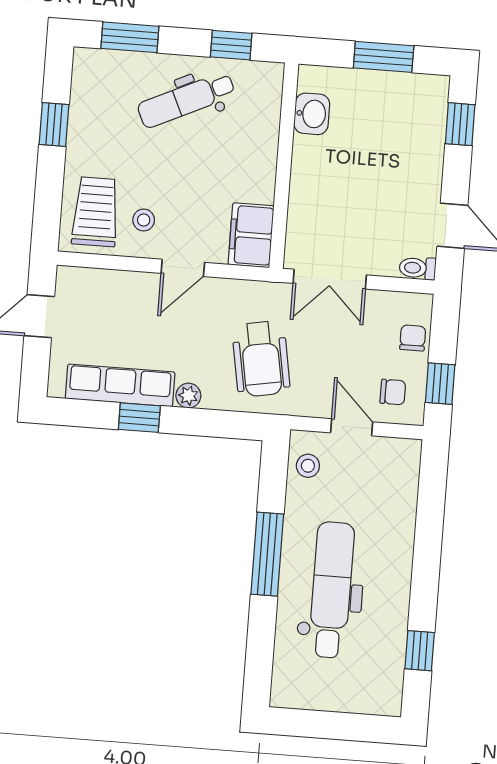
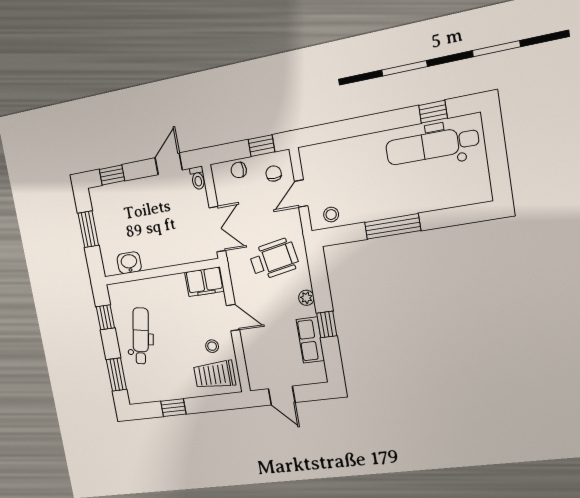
dental chair: (186, 100) -> (141, 336), turned -144
row of seats: (120, 385) -> (310, 340), width x0.68
dental chair: (331, 590) -> (432, 145), moved

